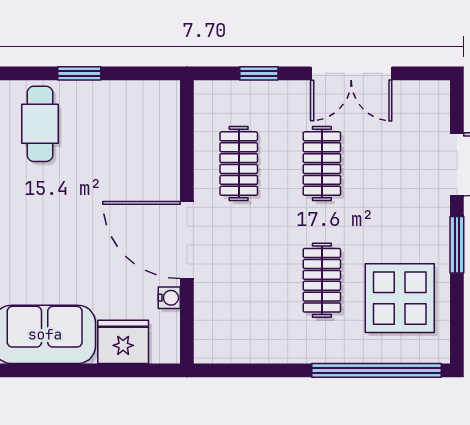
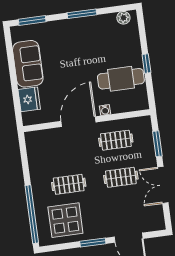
window: (259, 73) -> (157, 144), width x1.50
cafe table: (40, 124) -> (121, 79), moved, width x1.37, depth x1.35
water cooler: (169, 298) -> (105, 110), moved

